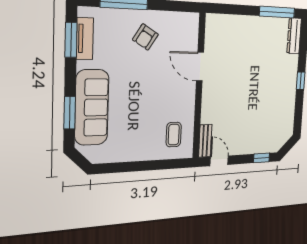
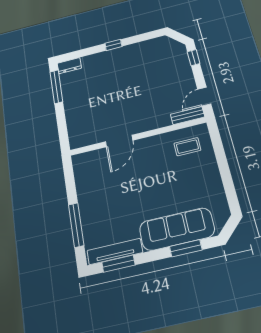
dresser: (294, 36) -> (69, 66), width x0.70
armchair: (145, 37) -> (102, 198), removed
tv unit: (85, 39) -> (115, 252), width x1.41

